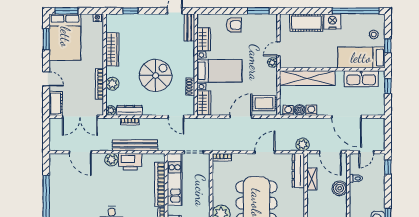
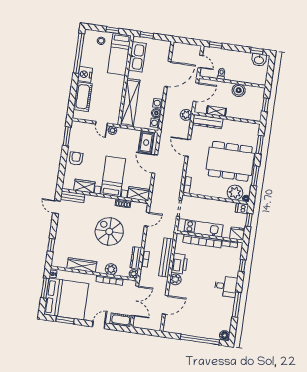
window: (66, 11) -> (45, 288), moved
bed: (65, 37) -> (66, 299), width x1.36
boiler: (340, 188) -> (239, 90), moved

